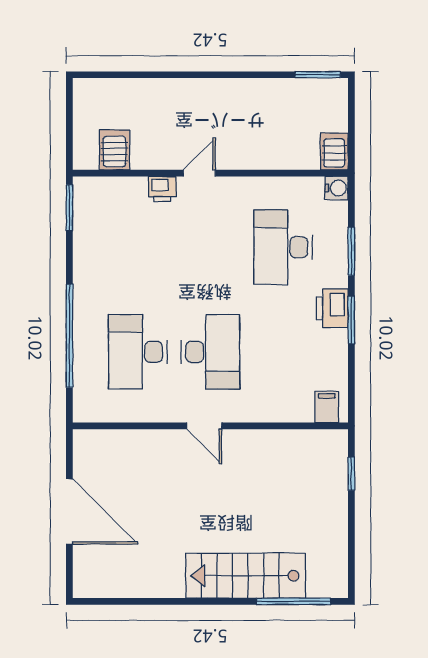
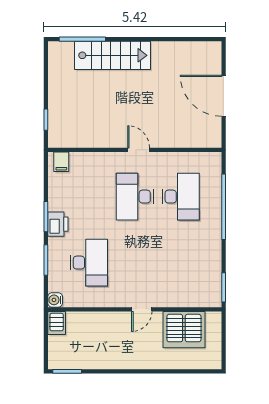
server rack: (115, 150) -> (184, 330), width x2.18, depth x1.44
printer: (162, 189) -> (165, 299), removed

